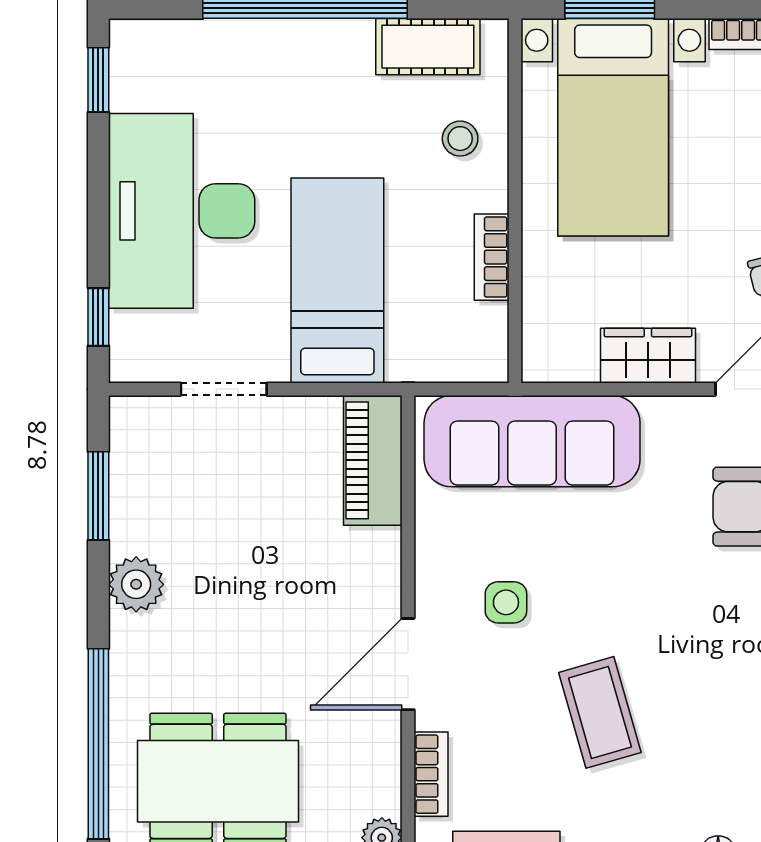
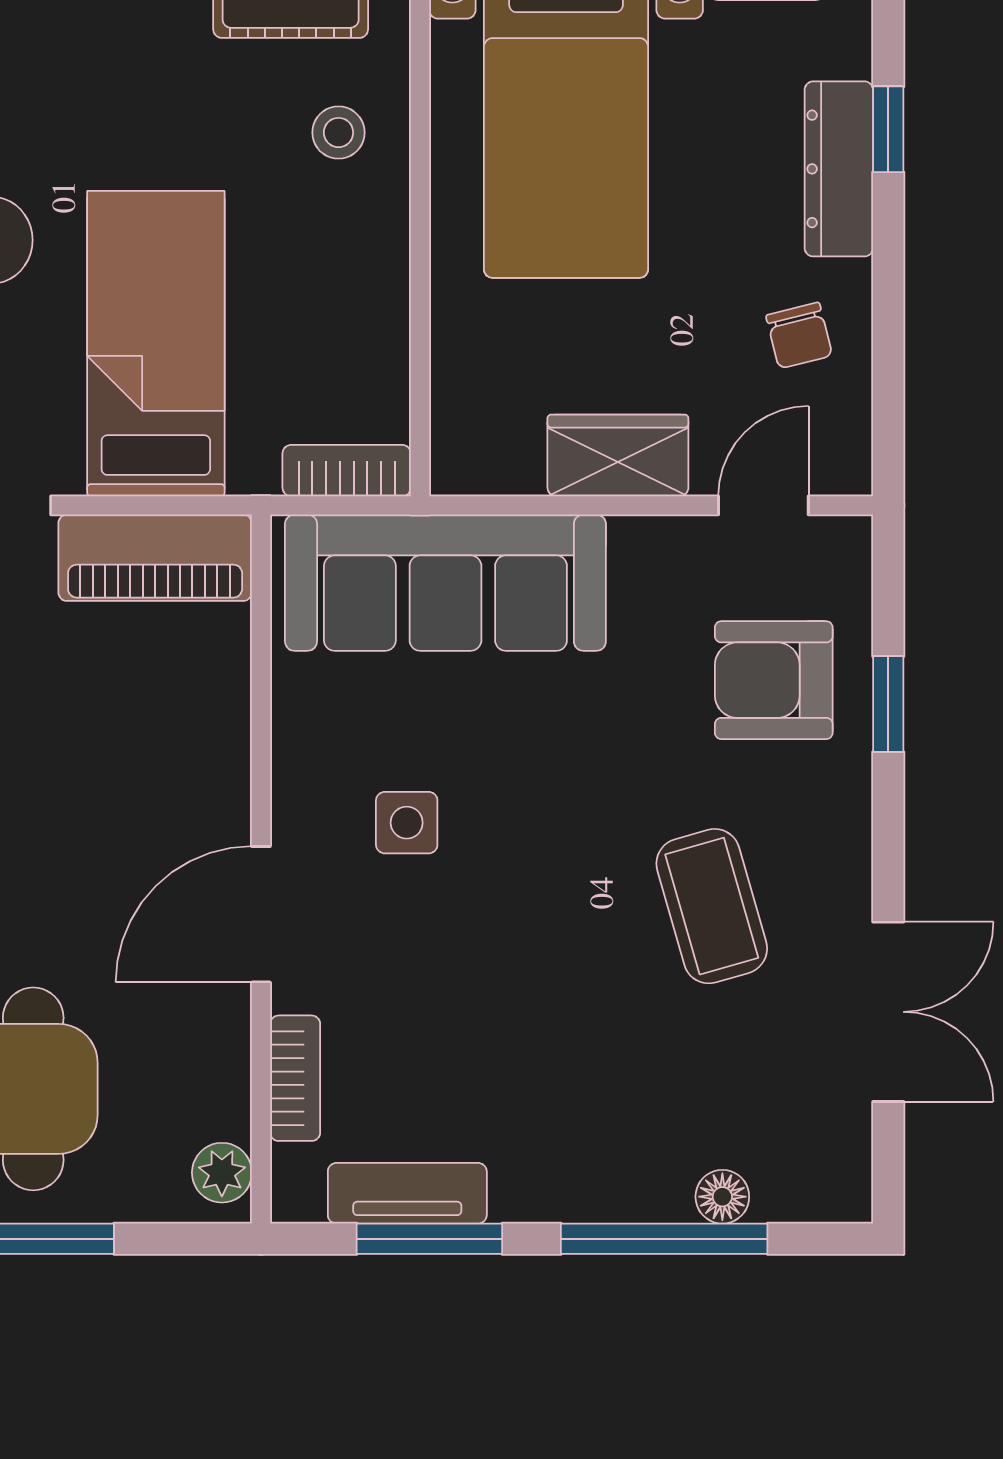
bookcase: (492, 257) -> (347, 471), moved, turned 90
piano: (373, 460) -> (155, 558), moved, turned -90
coffee table: (600, 712) -> (712, 906), moved

